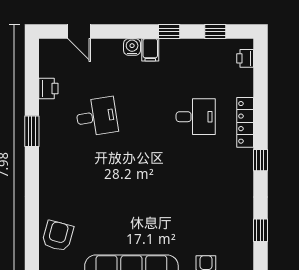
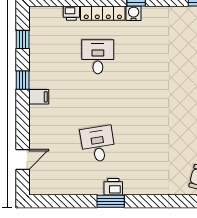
water cooler: (132, 47) -> (134, 13), moved, turned 90
printer: (245, 58) -> (71, 13), moved
printer: (48, 88) -> (113, 187), moved

